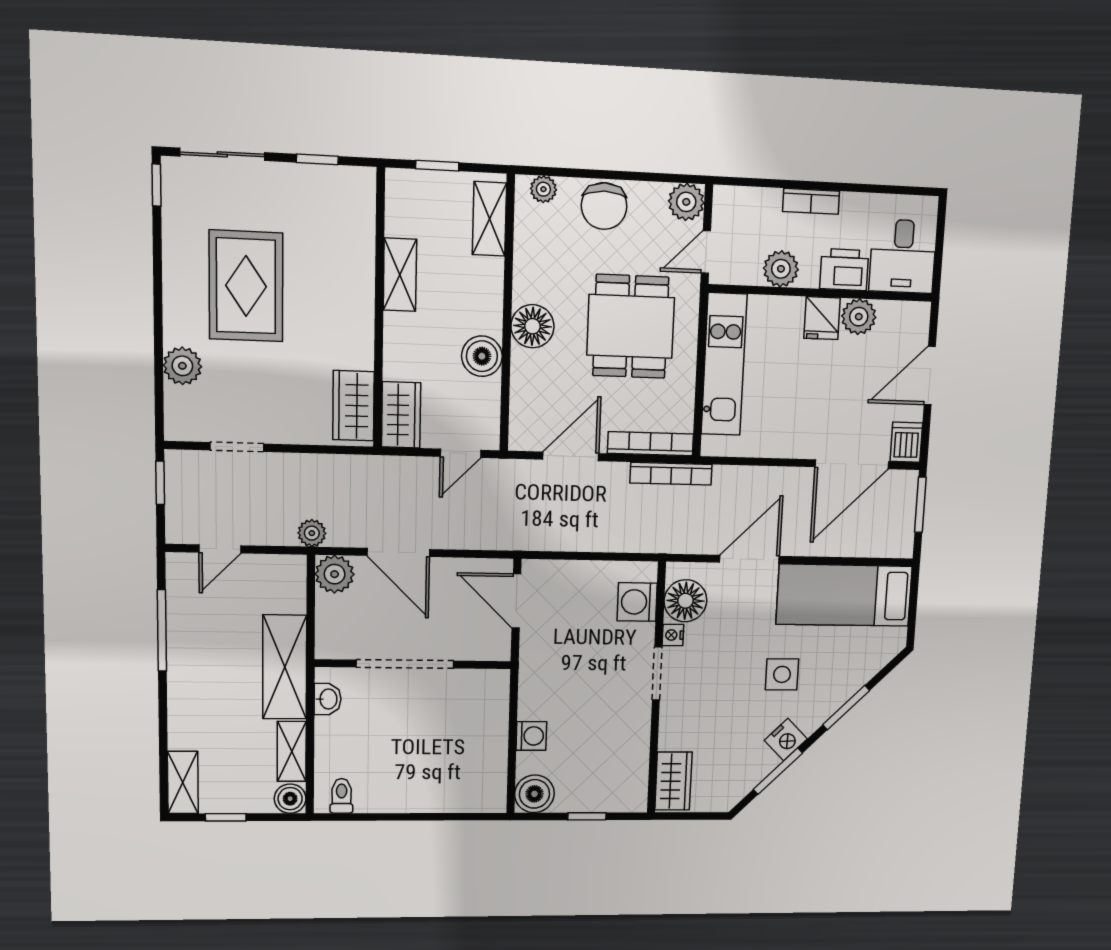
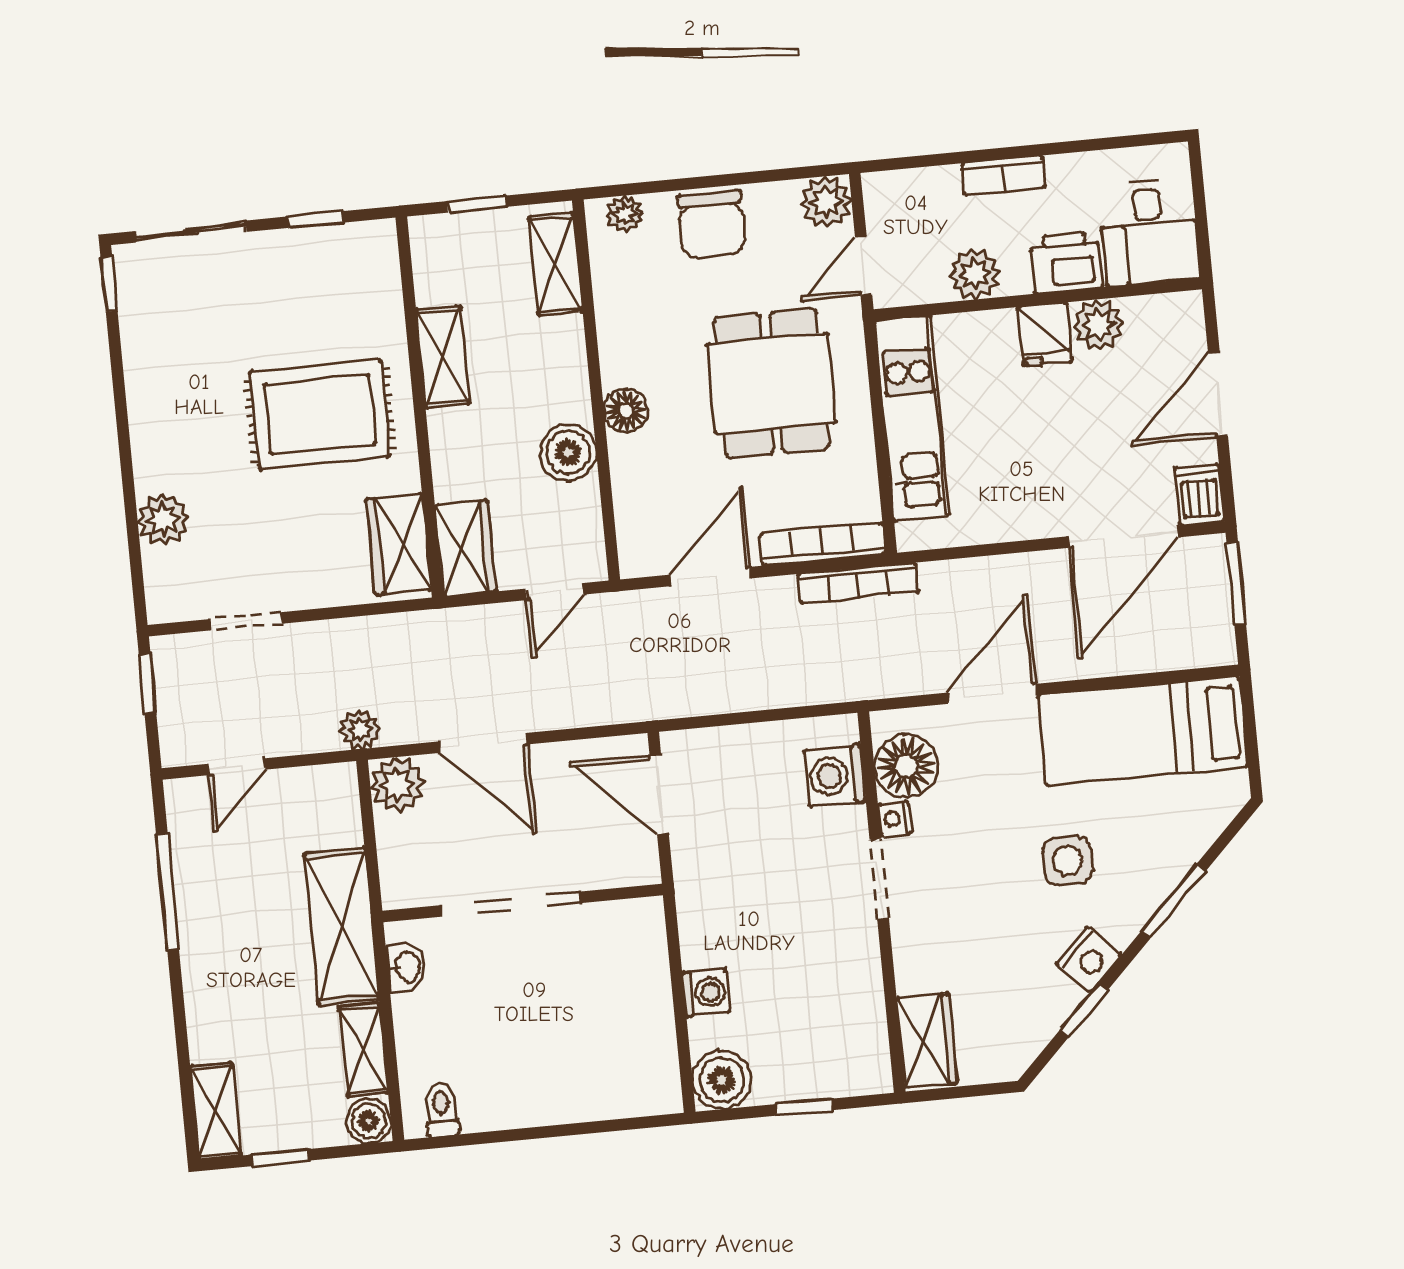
rug: (246, 286) -> (320, 414), moved, turned 90
floor lamp: (532, 326) -> (626, 411), width x0.73, depth x0.73
window: (778, 771) -> (1084, 1010), width x0.67

